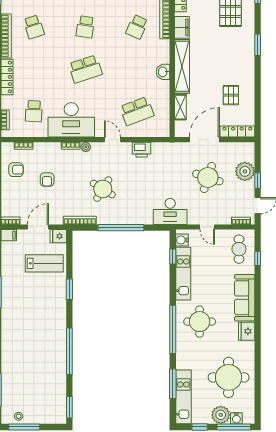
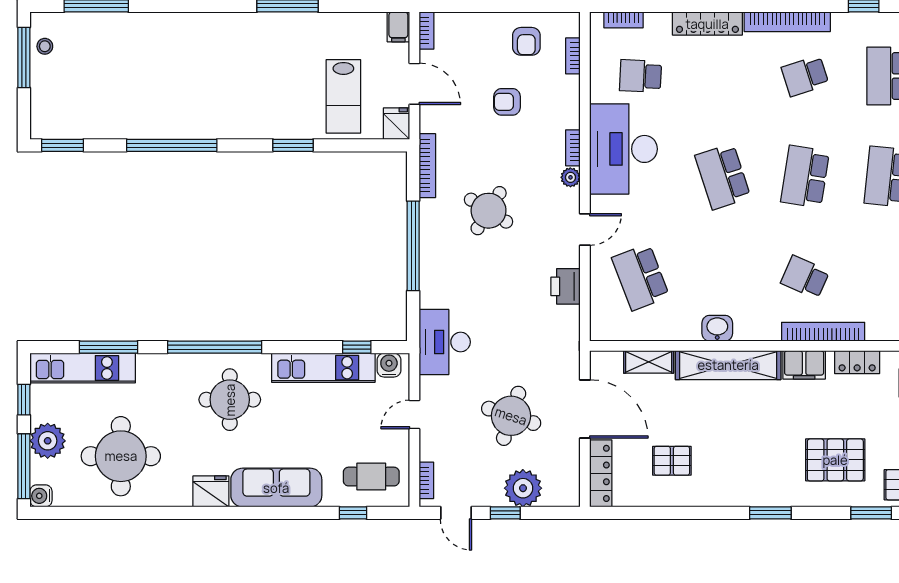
school desk: (85, 27) -> (805, 177), width x1.85
water cooler: (236, 418) -> (41, 496), moved

